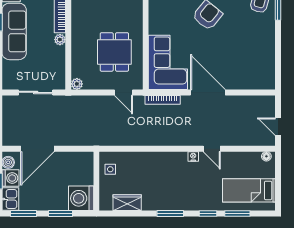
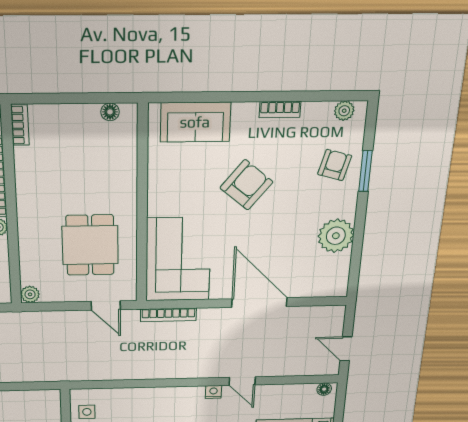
plant: (264, 48) -> (336, 236), added
door: (208, 92) -> (259, 303), moved

